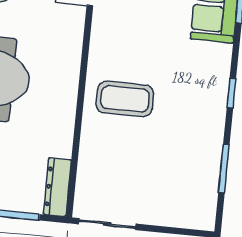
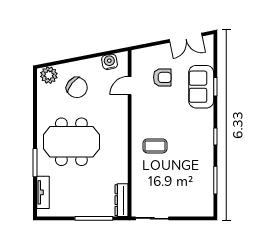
coffee table: (125, 99) -> (155, 146), width x0.73, depth x0.77

